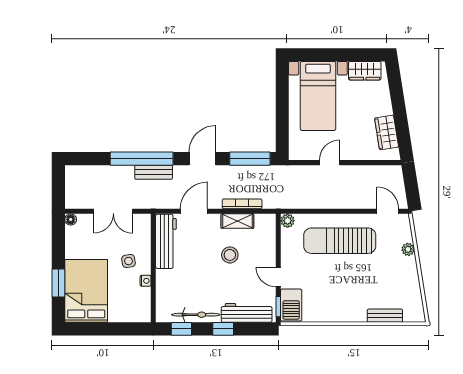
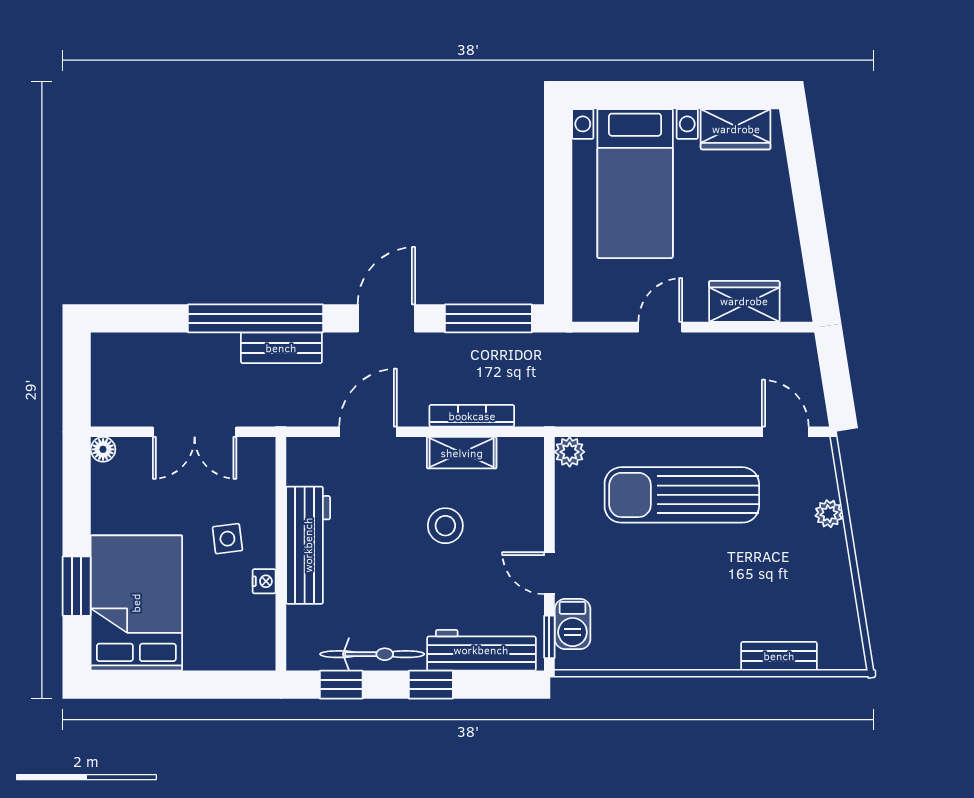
wardrobe: (387, 133) -> (744, 301), moved, turned 99
workbench: (166, 241) -> (308, 545), moved
barbecue: (291, 305) -> (573, 624), width x0.73, depth x0.79

